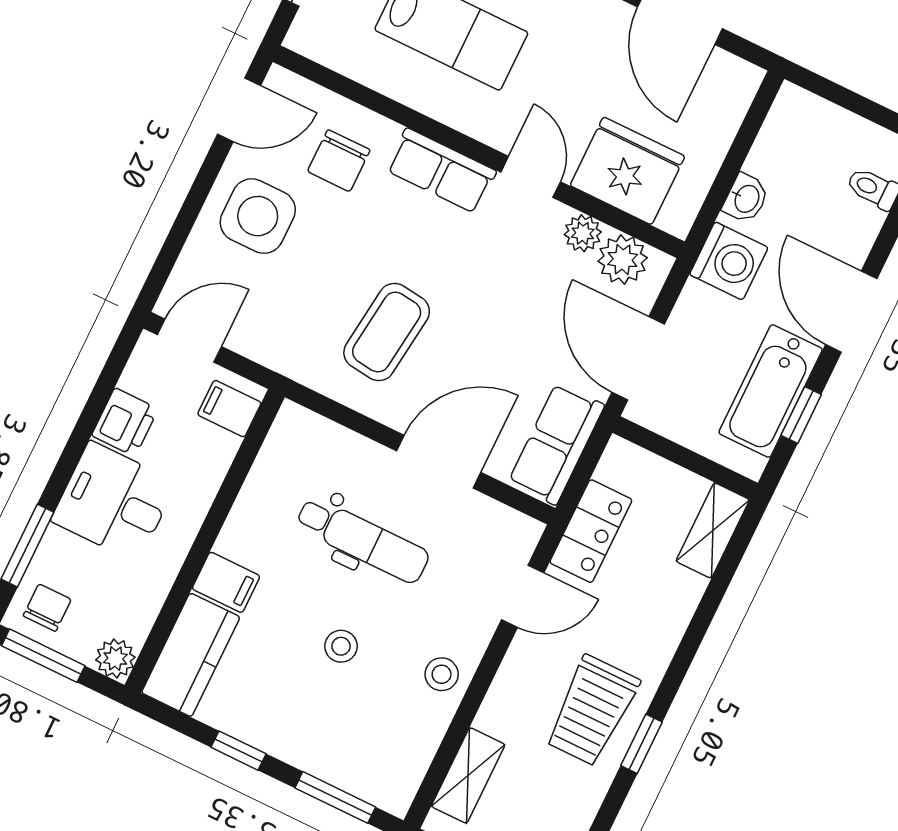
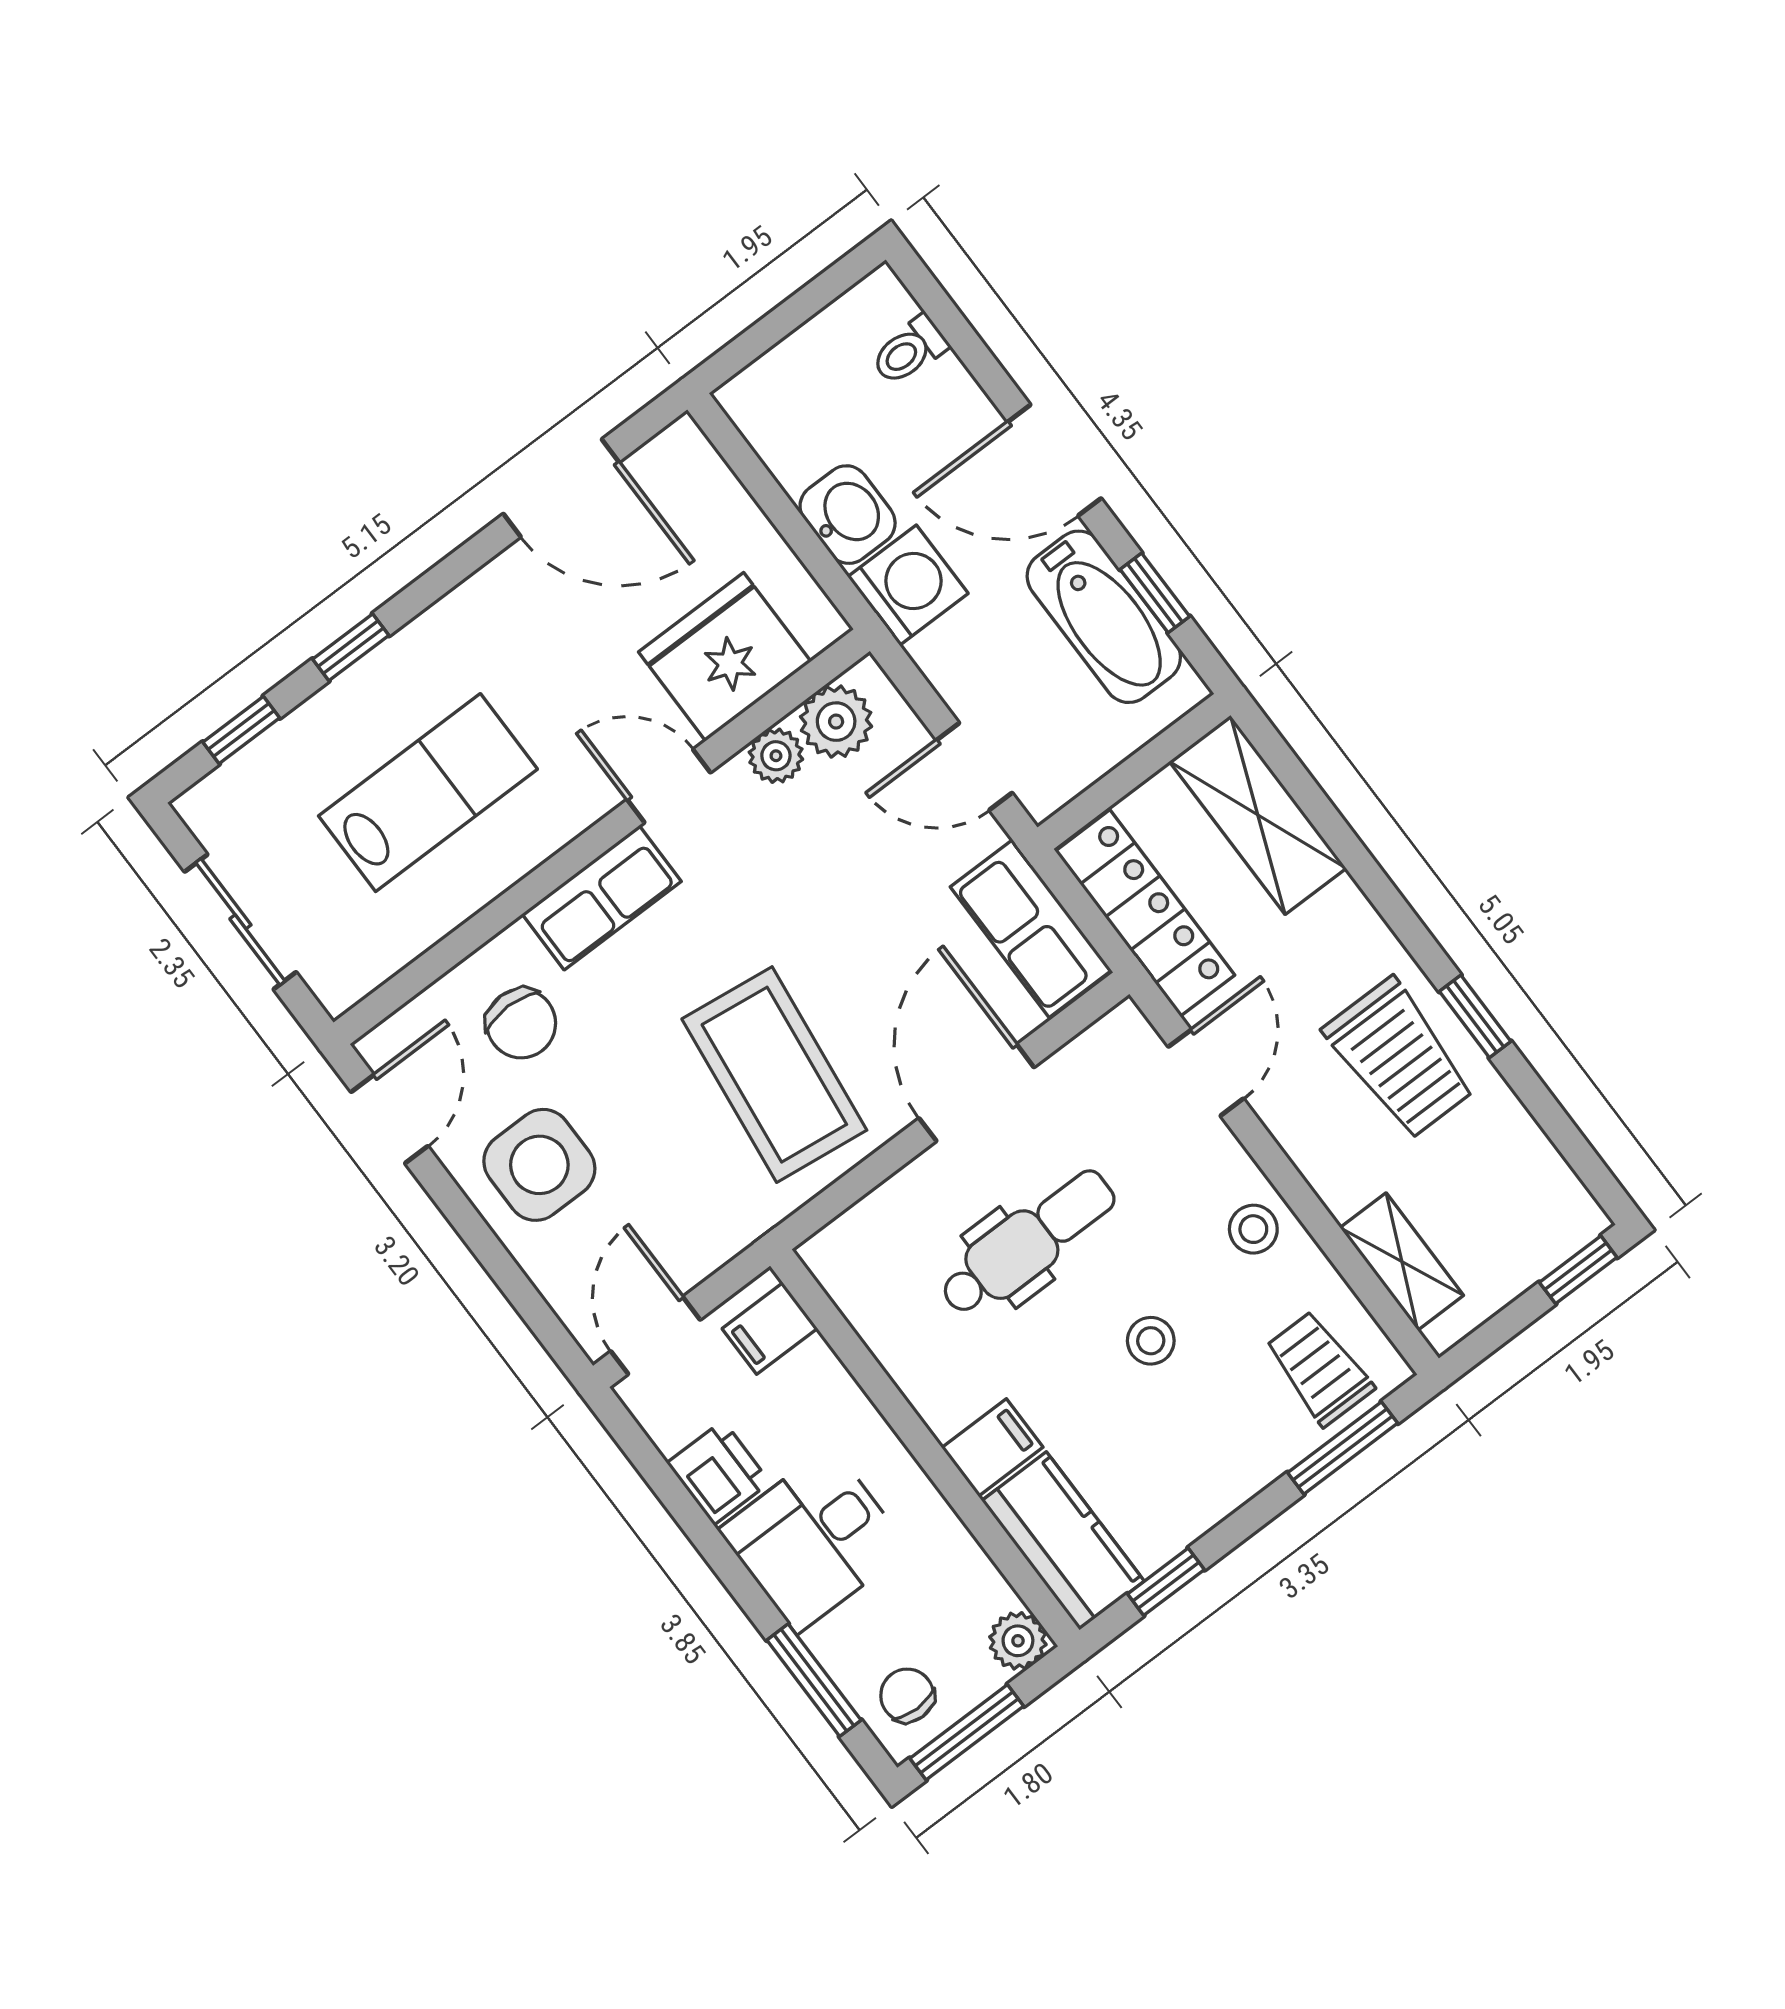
washbasin: (746, 198) -> (848, 515), width x1.38, depth x1.45
coffee table: (387, 332) -> (774, 1075), width x1.36, depth x1.32
door: (638, 358) -> (974, 766), width x0.73
locker: (591, 531) -> (1145, 913), width x1.53
shelving: (713, 531) -> (1258, 815), width x1.50, depth x1.33
window: (238, 751) -> (1166, 1582), moved
trolley: (377, 758) -> (1319, 1368), added

